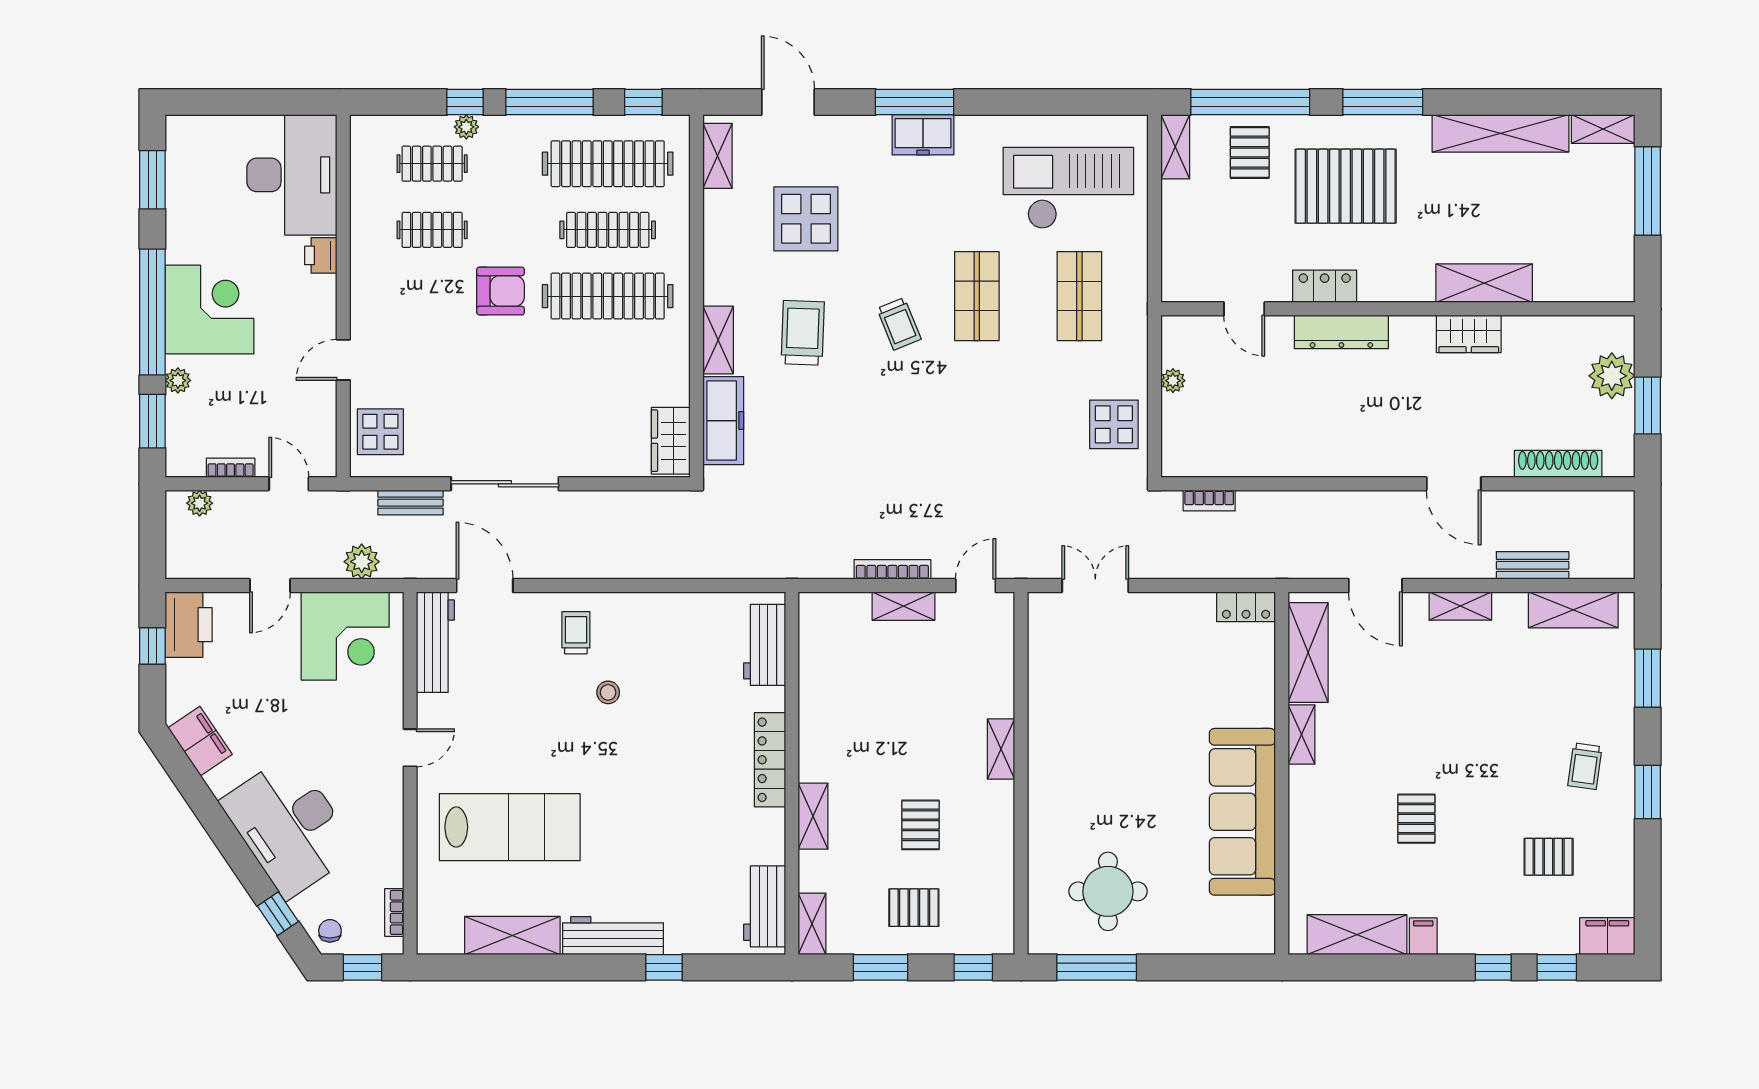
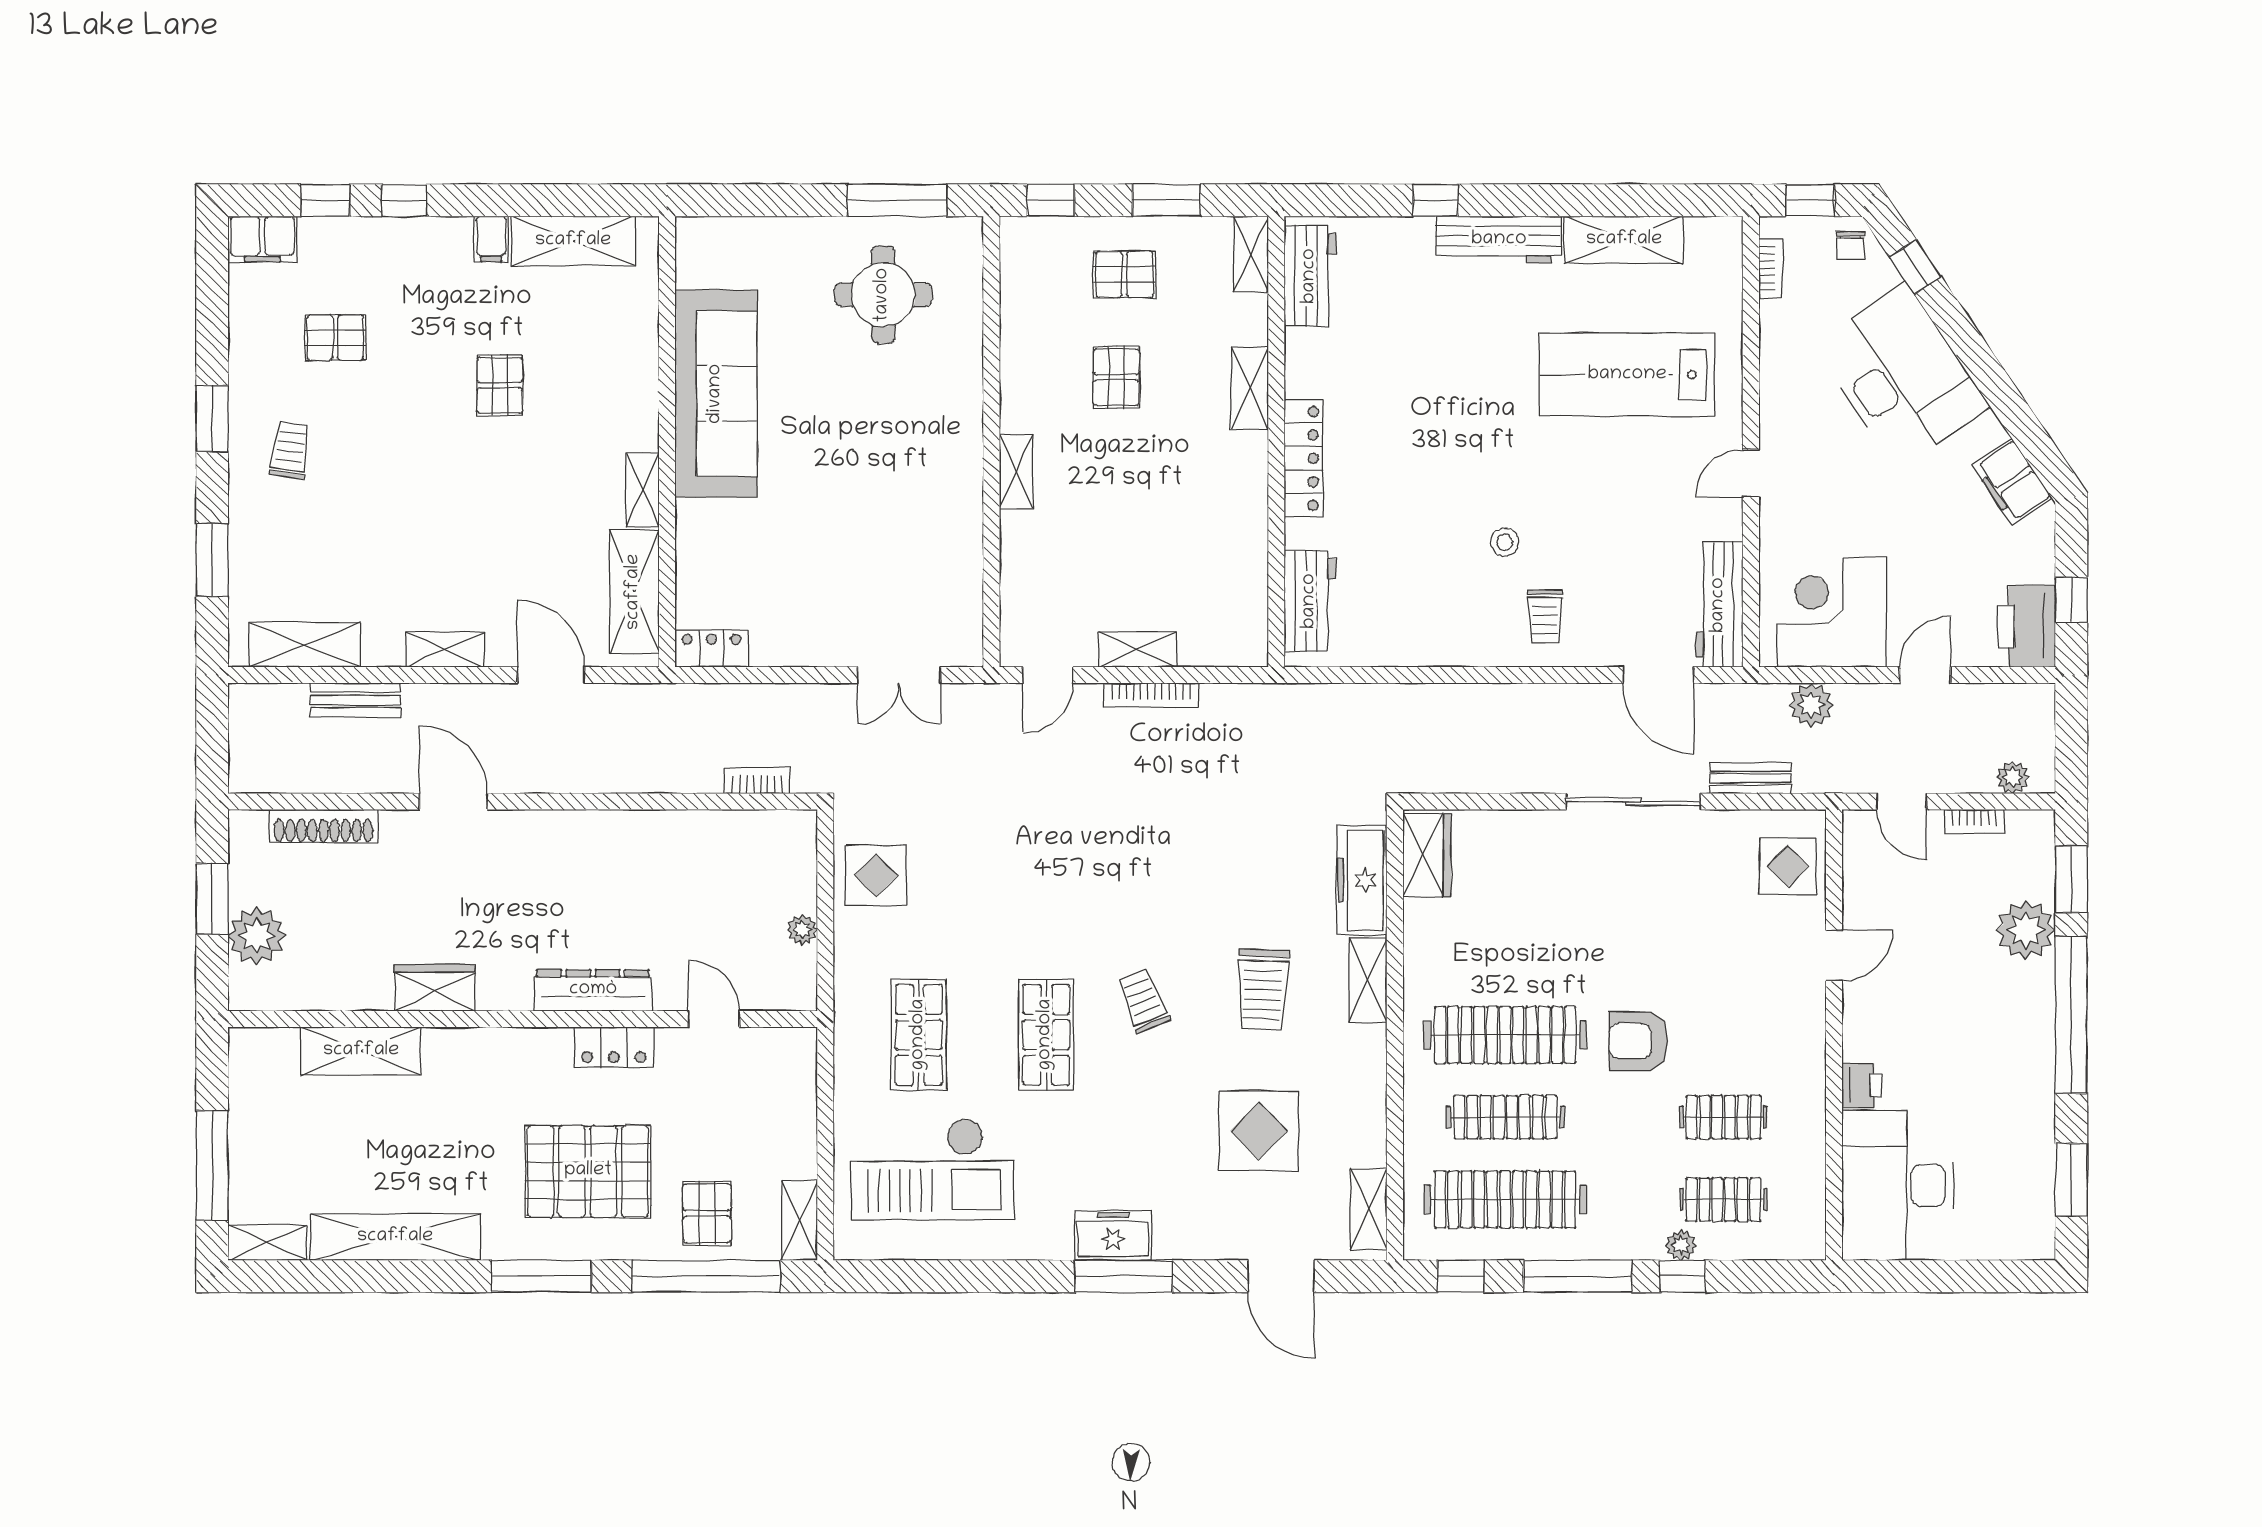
shelving: (1484, 283) -> (361, 1051), moved
corner desk: (210, 310) -> (2000, 1018), removed
plant: (178, 380) -> (2026, 930), width x1.88, depth x1.88

